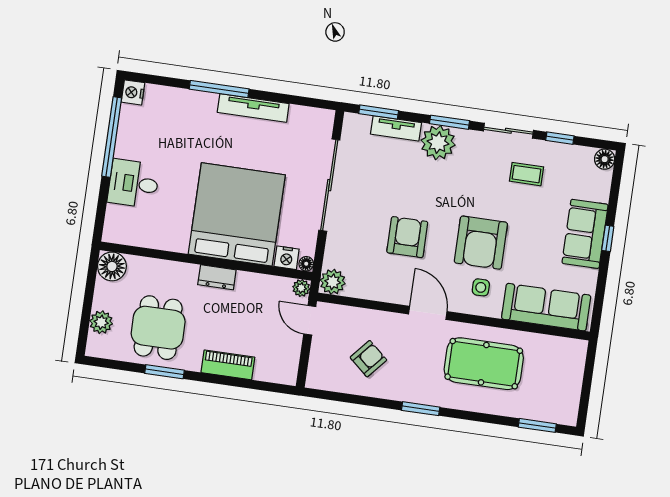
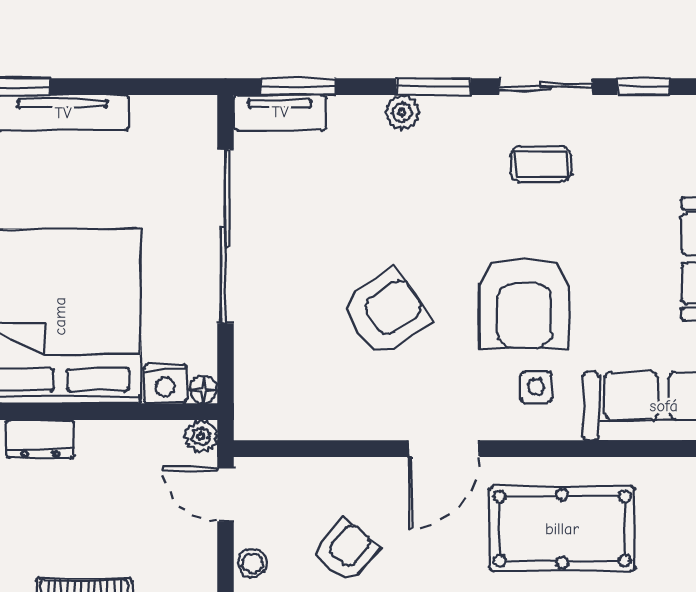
tv unit: (396, 128) -> (280, 112), moved
plant: (438, 143) -> (402, 112), width x0.53, depth x0.53
coffee table: (527, 174) -> (541, 164), moved
armchair: (407, 237) -> (385, 313), turned 56
plant: (333, 282) -> (258, 416), removed
door: (428, 313) -> (444, 449), swing flipped
stool: (319, 358) -> (252, 563), added

